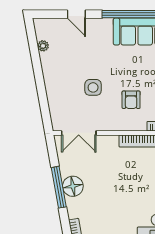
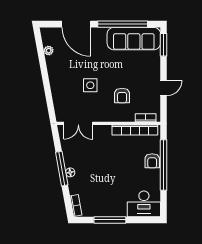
door: (76, 14) -> (76, 24), width x1.88
floor lamp: (73, 186) -> (70, 172), width x0.53, depth x0.53

